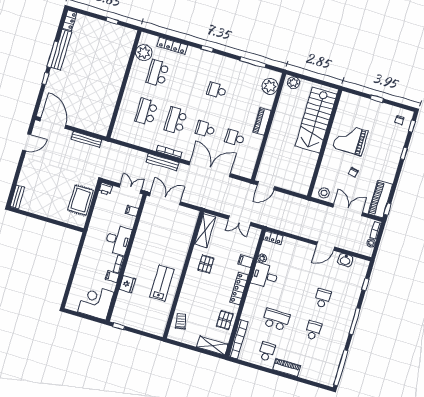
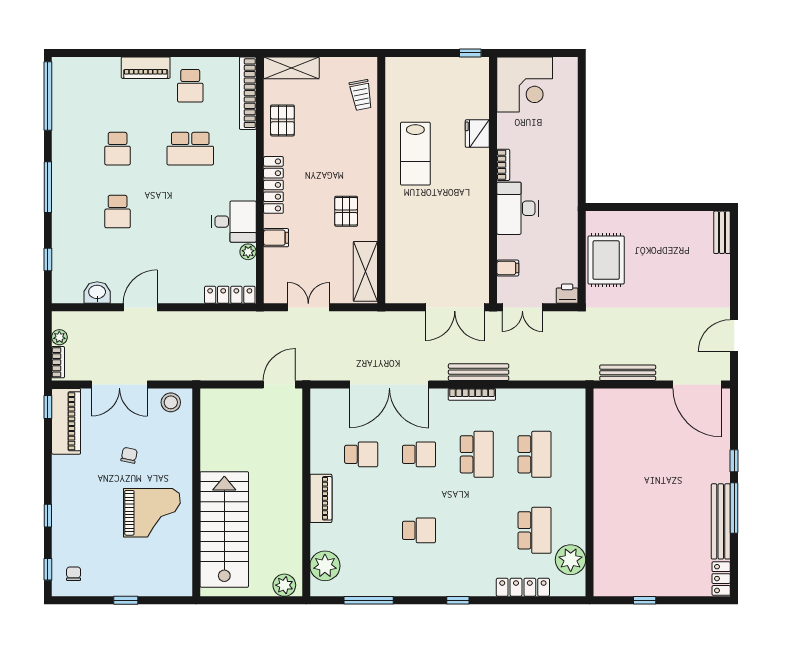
locker: (273, 238) -> (230, 295), width x1.53
filing cabinet: (112, 277) -> (508, 139), removed

